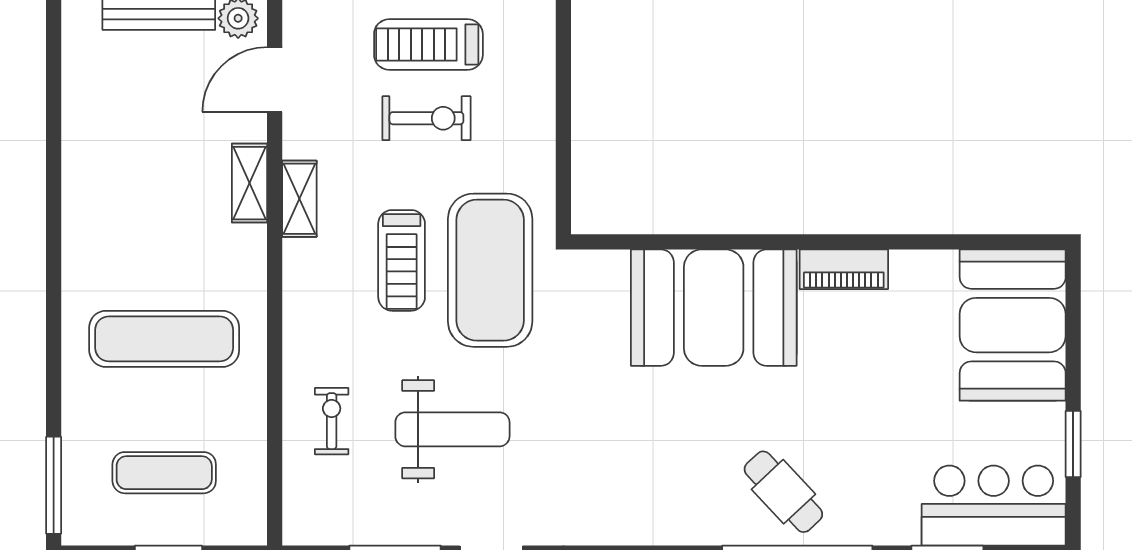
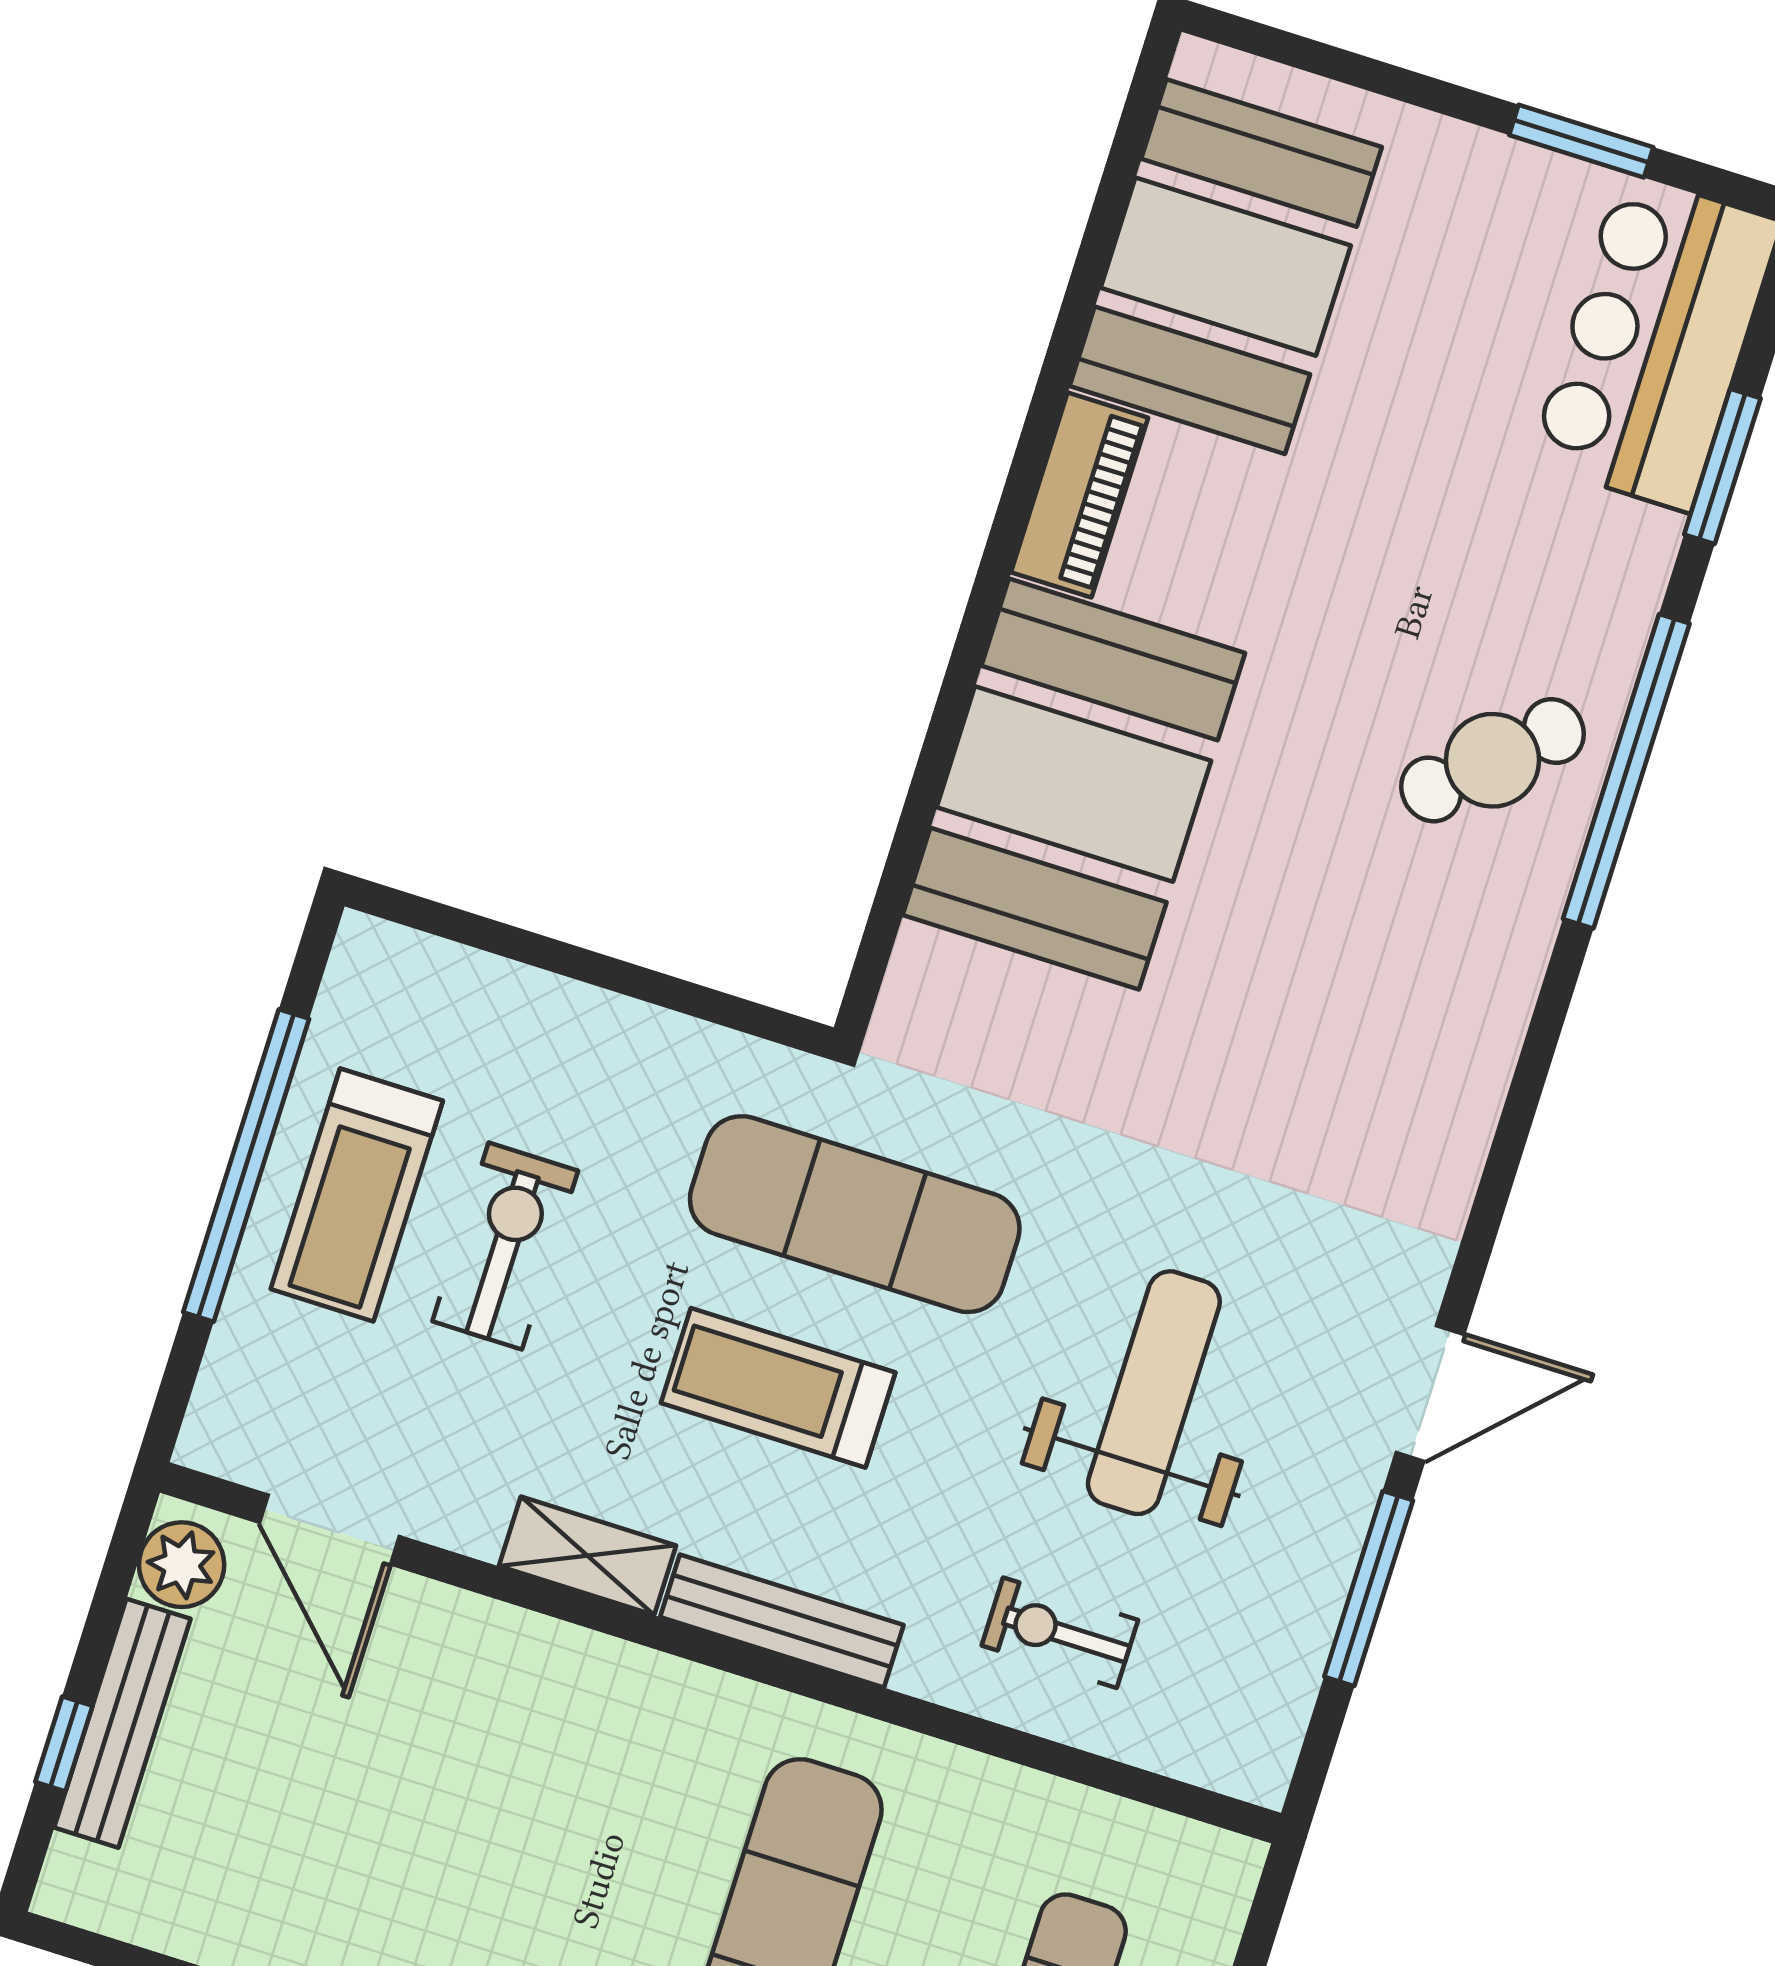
shelving: (250, 183) -> (524, 1647), removed
treadmill: (402, 260) -> (778, 1388), turned 180
exercise mat: (490, 270) -> (855, 1214), width x0.68
bench: (298, 295) -> (782, 1621), added
booth: (1013, 325) -> (1226, 267), moved, turned 90

